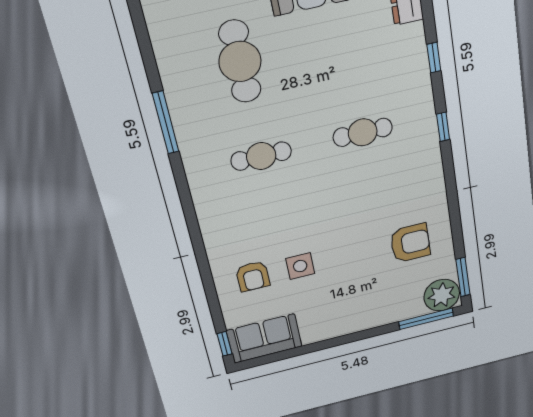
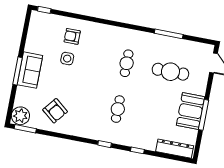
window: (166, 123) -> (169, 34), moved
armchair: (410, 243) -> (55, 111), turned -51
window: (426, 319) -> (18, 71), moved
sofa: (264, 338) -> (30, 70), moved

